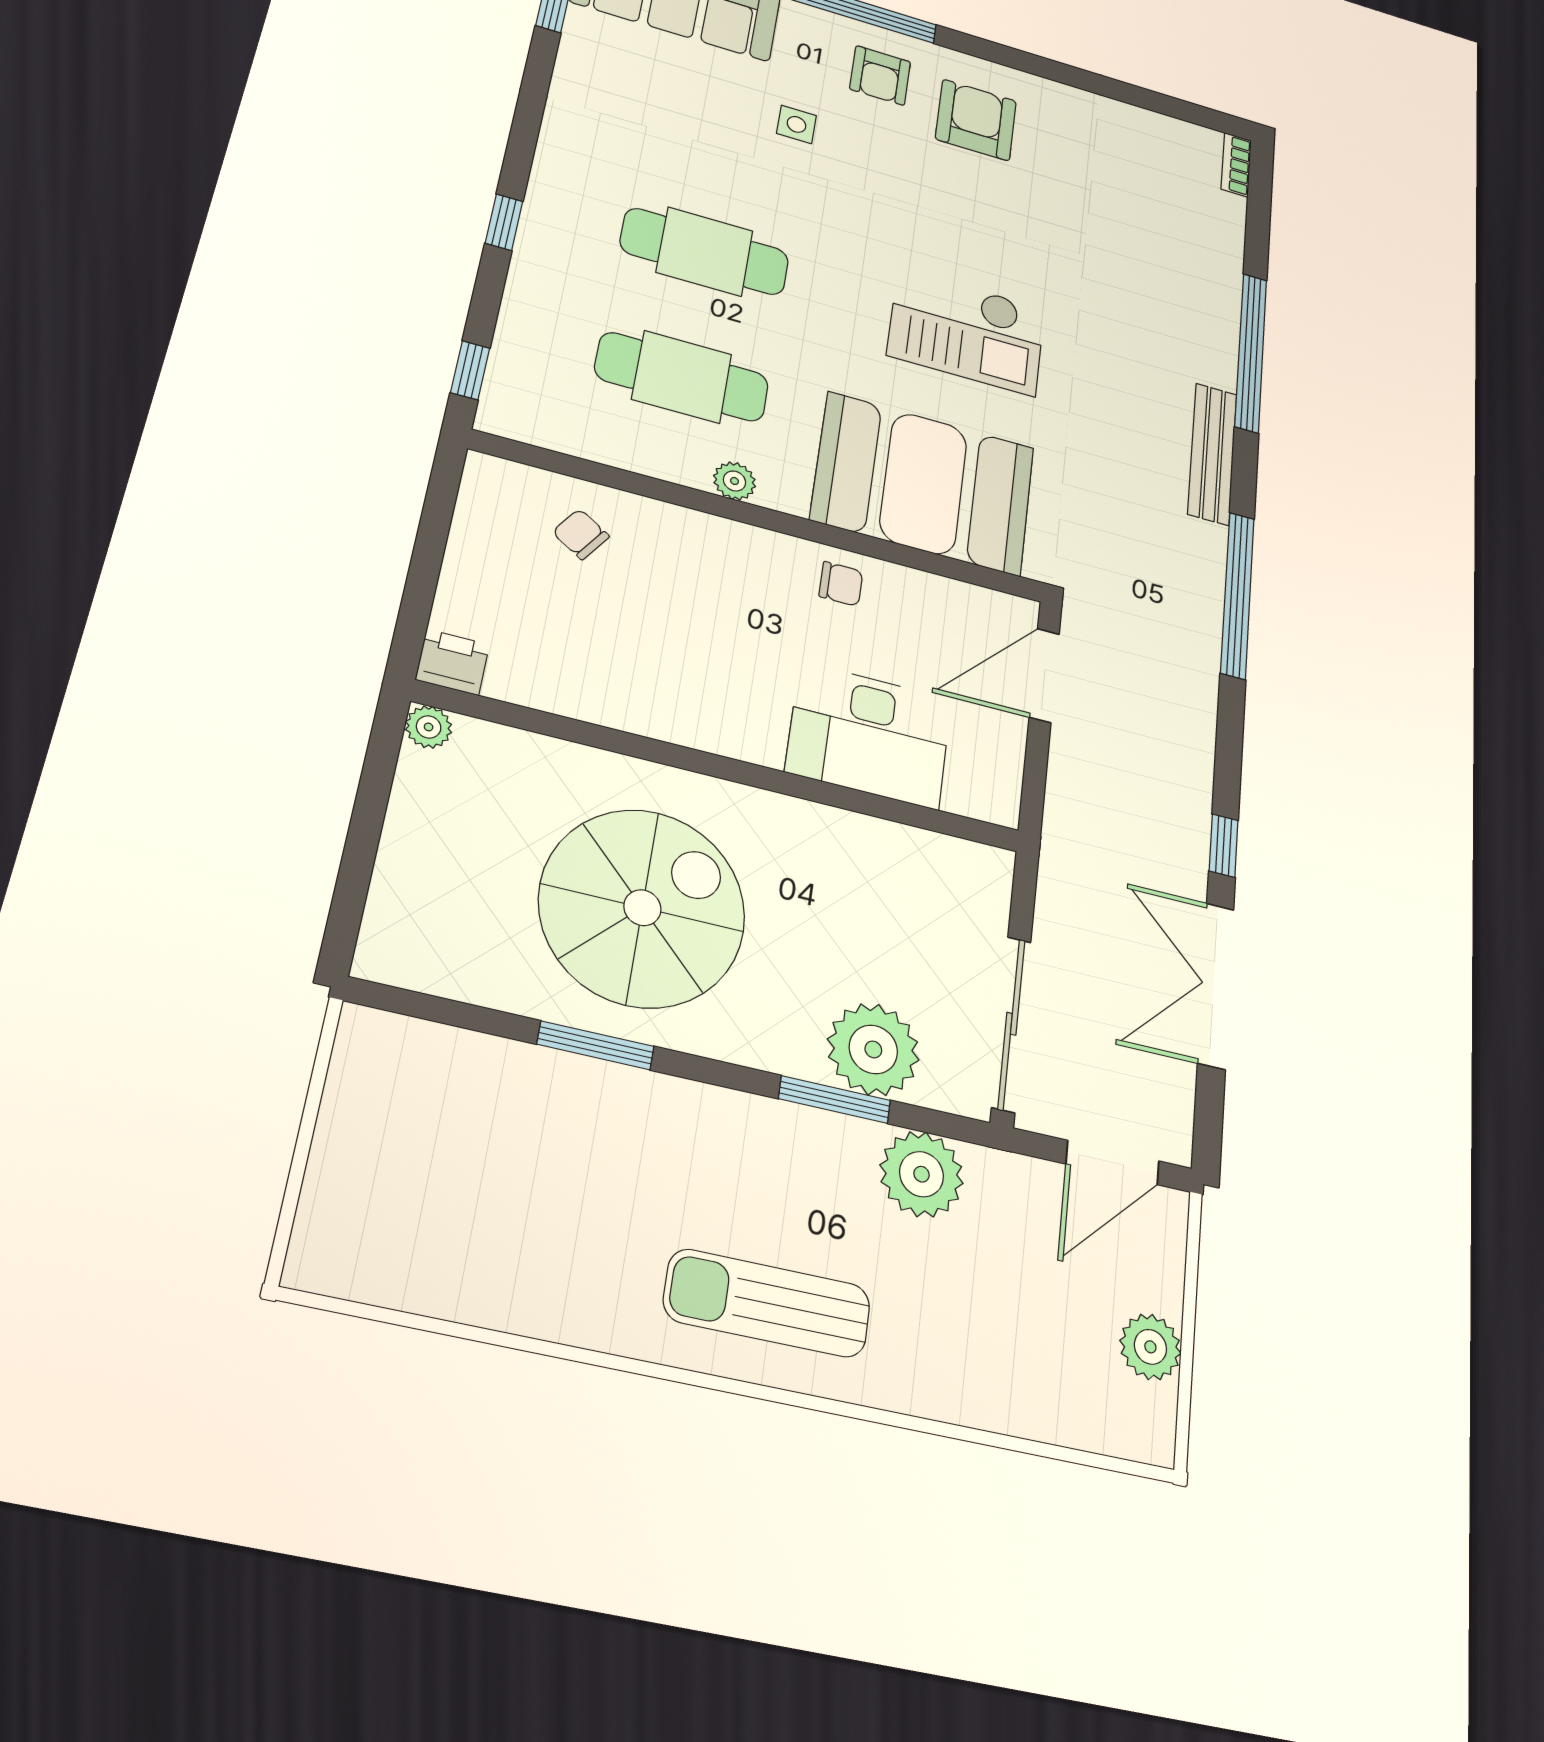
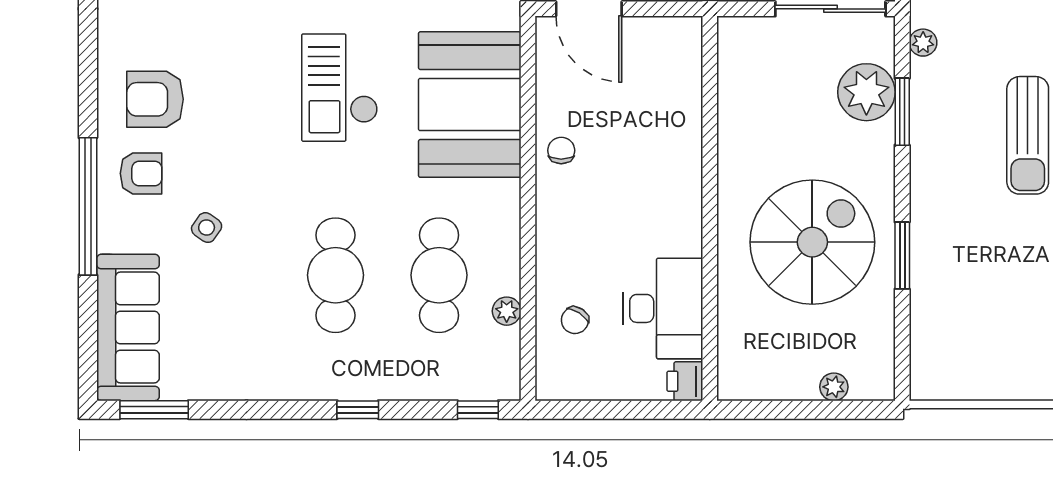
side table: (796, 124) -> (207, 228), turned 35
checkout: (967, 332) -> (340, 88), turned 180
plant: (735, 481) -> (507, 311), moved
plant: (429, 727) -> (834, 387), moved
desk: (869, 735) -> (663, 308), moved
spiral stairs: (642, 908) -> (812, 242), turned 90
plant: (922, 1174) -> (923, 43), width x0.53, depth x0.53

